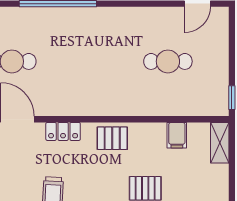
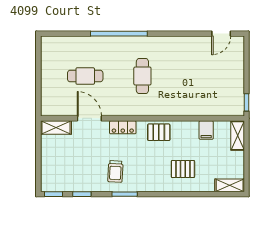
cafe table: (168, 61) -> (142, 76), moved, turned 90

